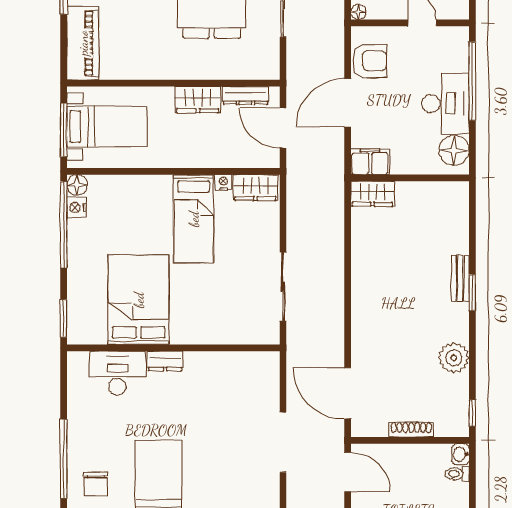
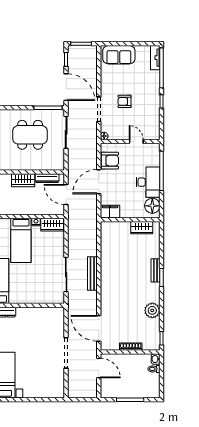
wardrobe: (372, 194) -> (142, 228), moved
bench: (335, 285) -> (92, 274), added

